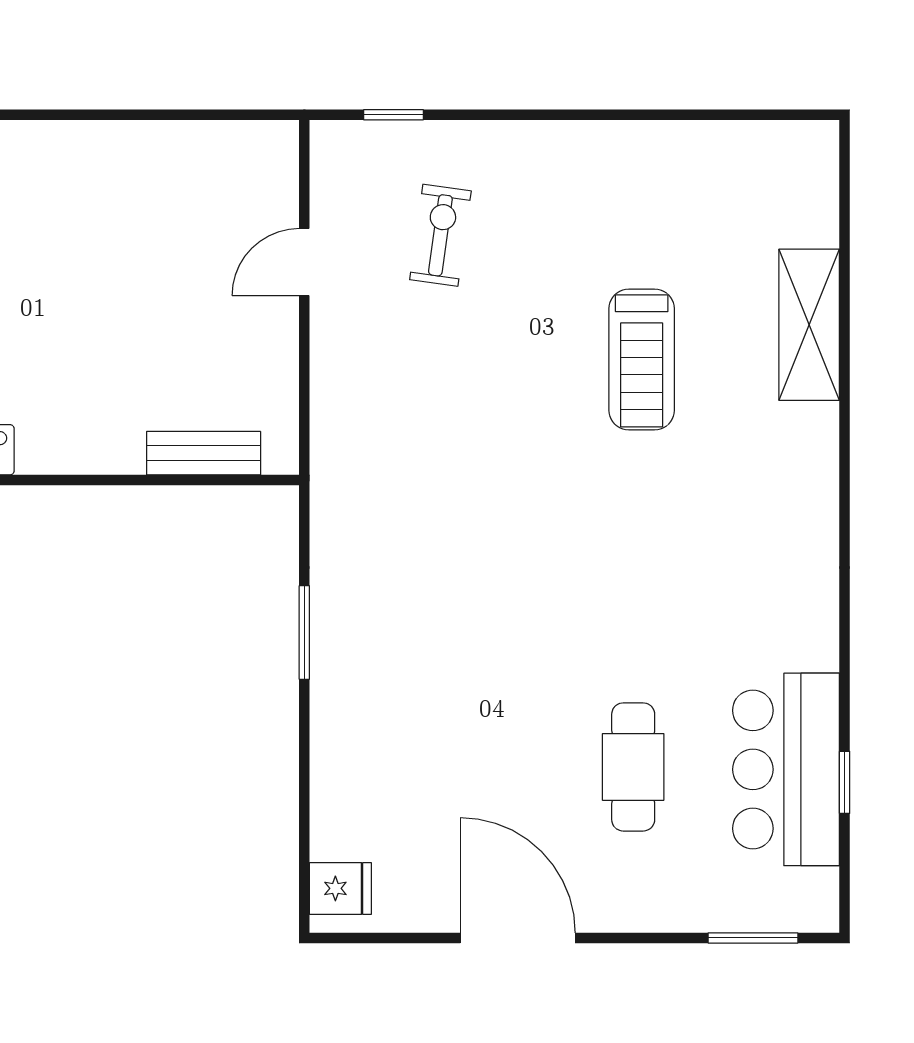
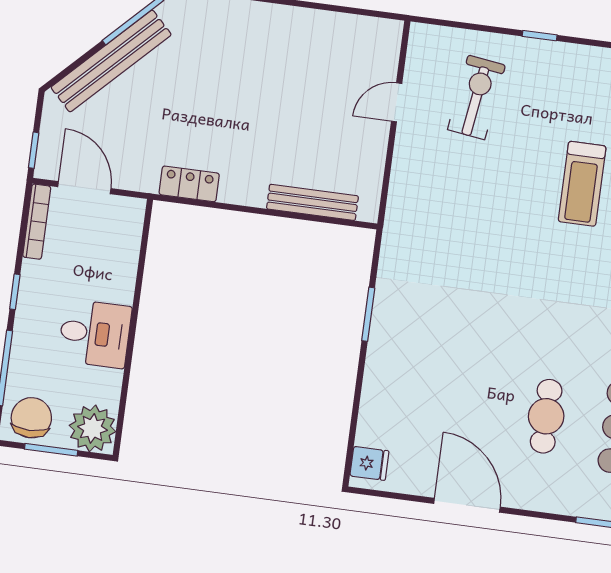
window: (393, 115) -> (540, 36), moved
exercise bike: (440, 235) -> (476, 97), width x1.38, depth x1.39
bench: (204, 453) -> (312, 202), width x1.36

